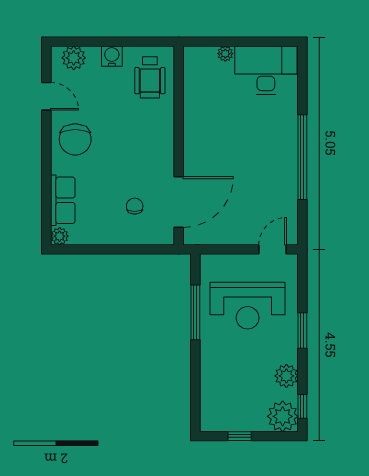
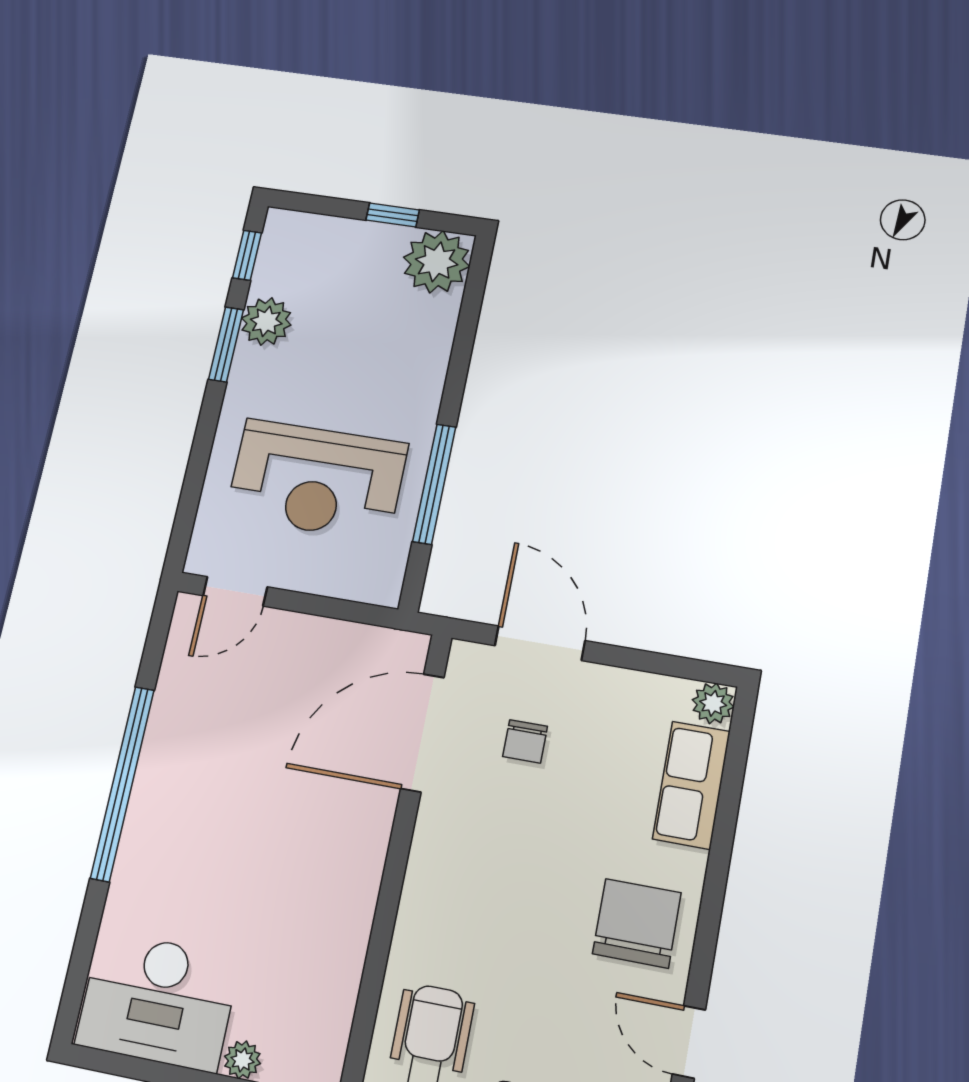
door: (136, 249) -> (540, 643), added
reception desk: (248, 306) -> (317, 480), turned 180
window: (302, 330) -> (226, 345), moved
plant: (283, 416) -> (437, 262), moved

